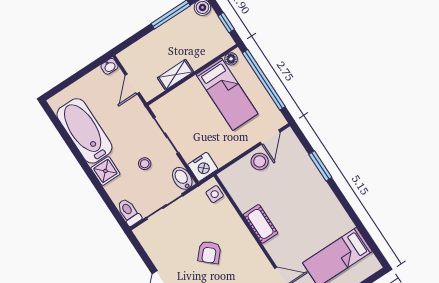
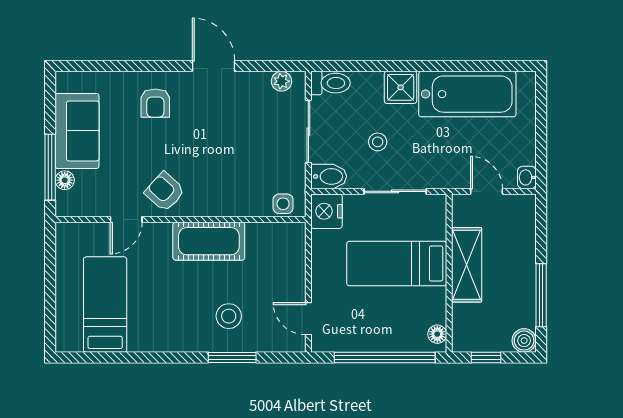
shelving: (175, 75) -> (467, 265), width x1.50, depth x1.33
bed: (227, 94) -> (397, 264), moved
stool: (260, 161) -> (229, 316), moved
cot: (260, 224) -> (209, 241), width x1.37, depth x1.34
plant: (146, 240) -> (281, 81), added
armchair: (209, 252) -> (165, 192), moved

